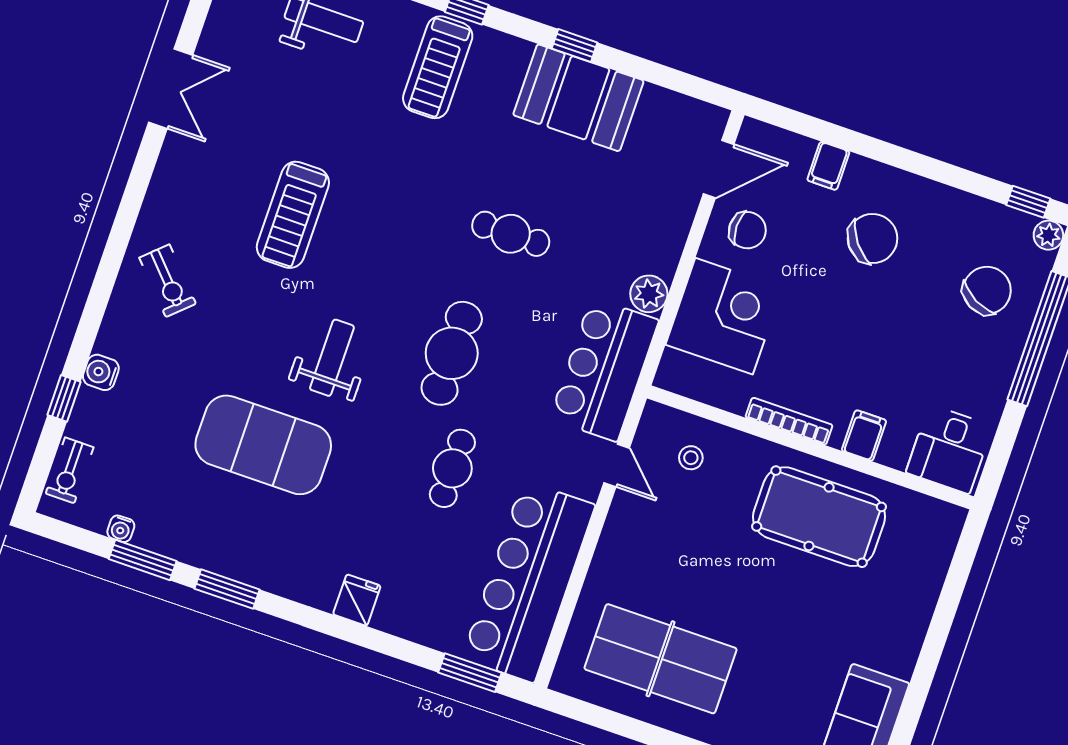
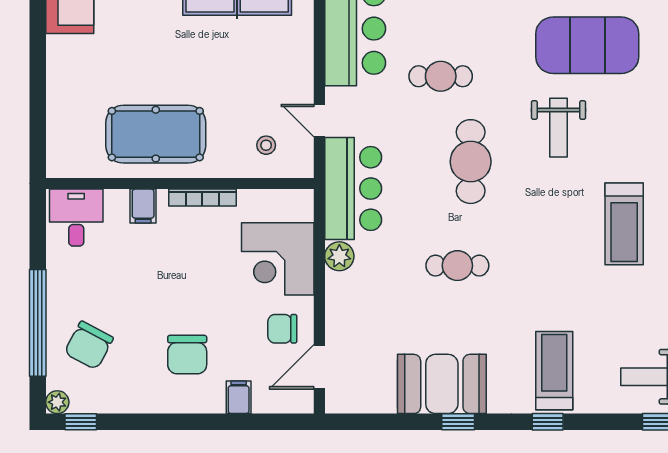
treadmill: (293, 215) -> (624, 224), turned 180
chair: (872, 239) -> (187, 355), turned -52
cafe table: (452, 468) -> (441, 76), turned 90

